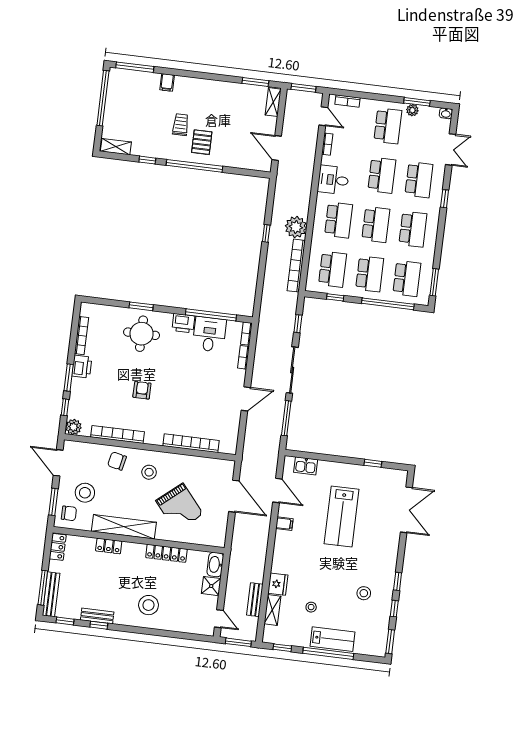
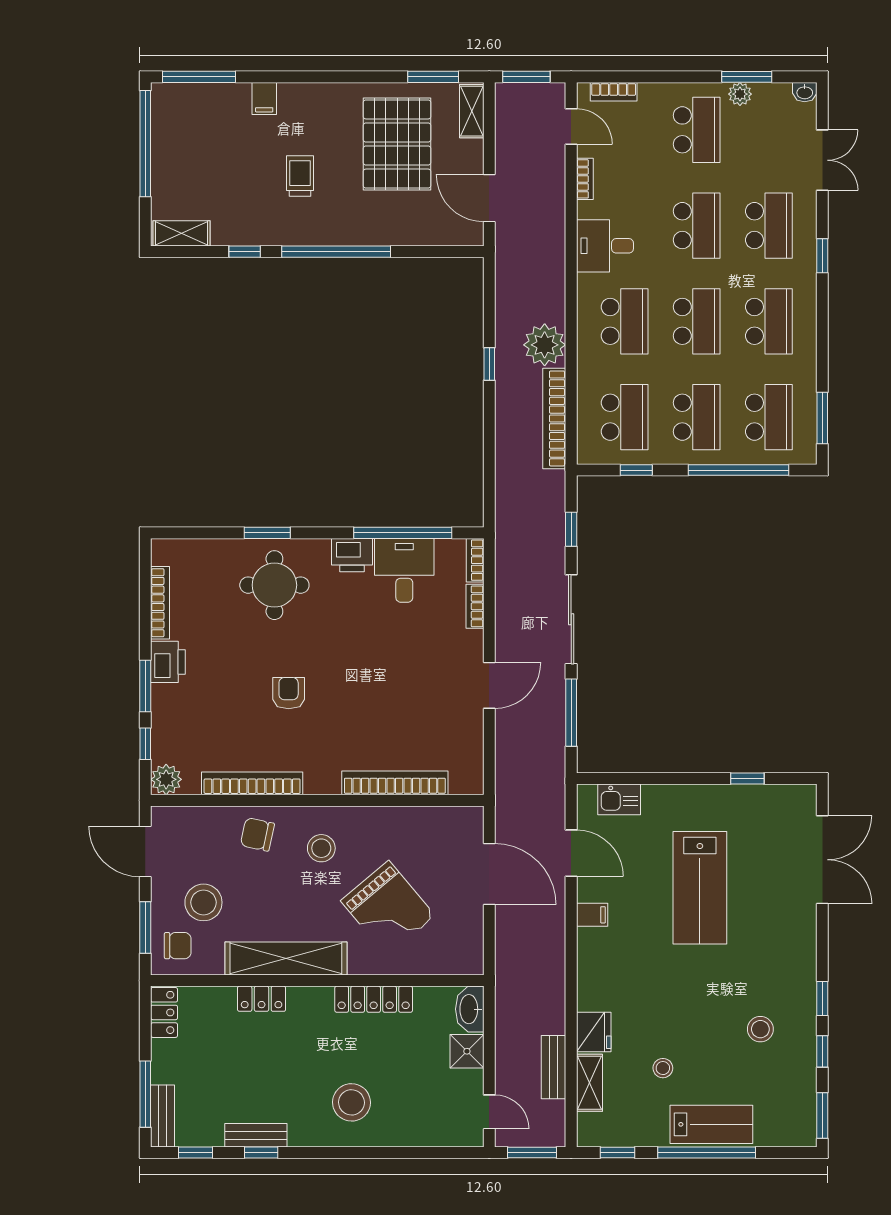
pallet: (202, 142) -> (397, 144), moved, width x2.05, depth x2.00
bench: (51, 594) -> (163, 1116), width x0.73

